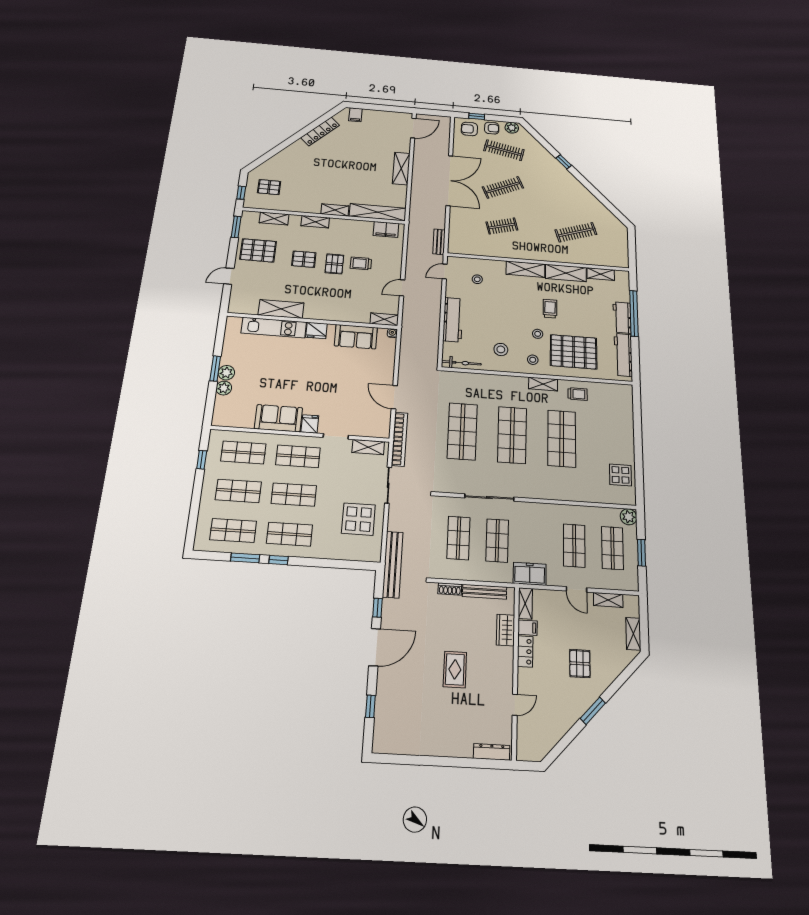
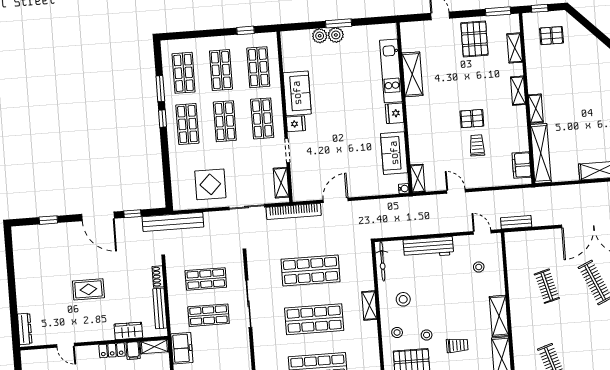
pallet: (269, 187) -> (552, 36), turned 90
pallet: (304, 259) -> (472, 87), removed
shelving: (543, 384) -> (369, 306), moved

